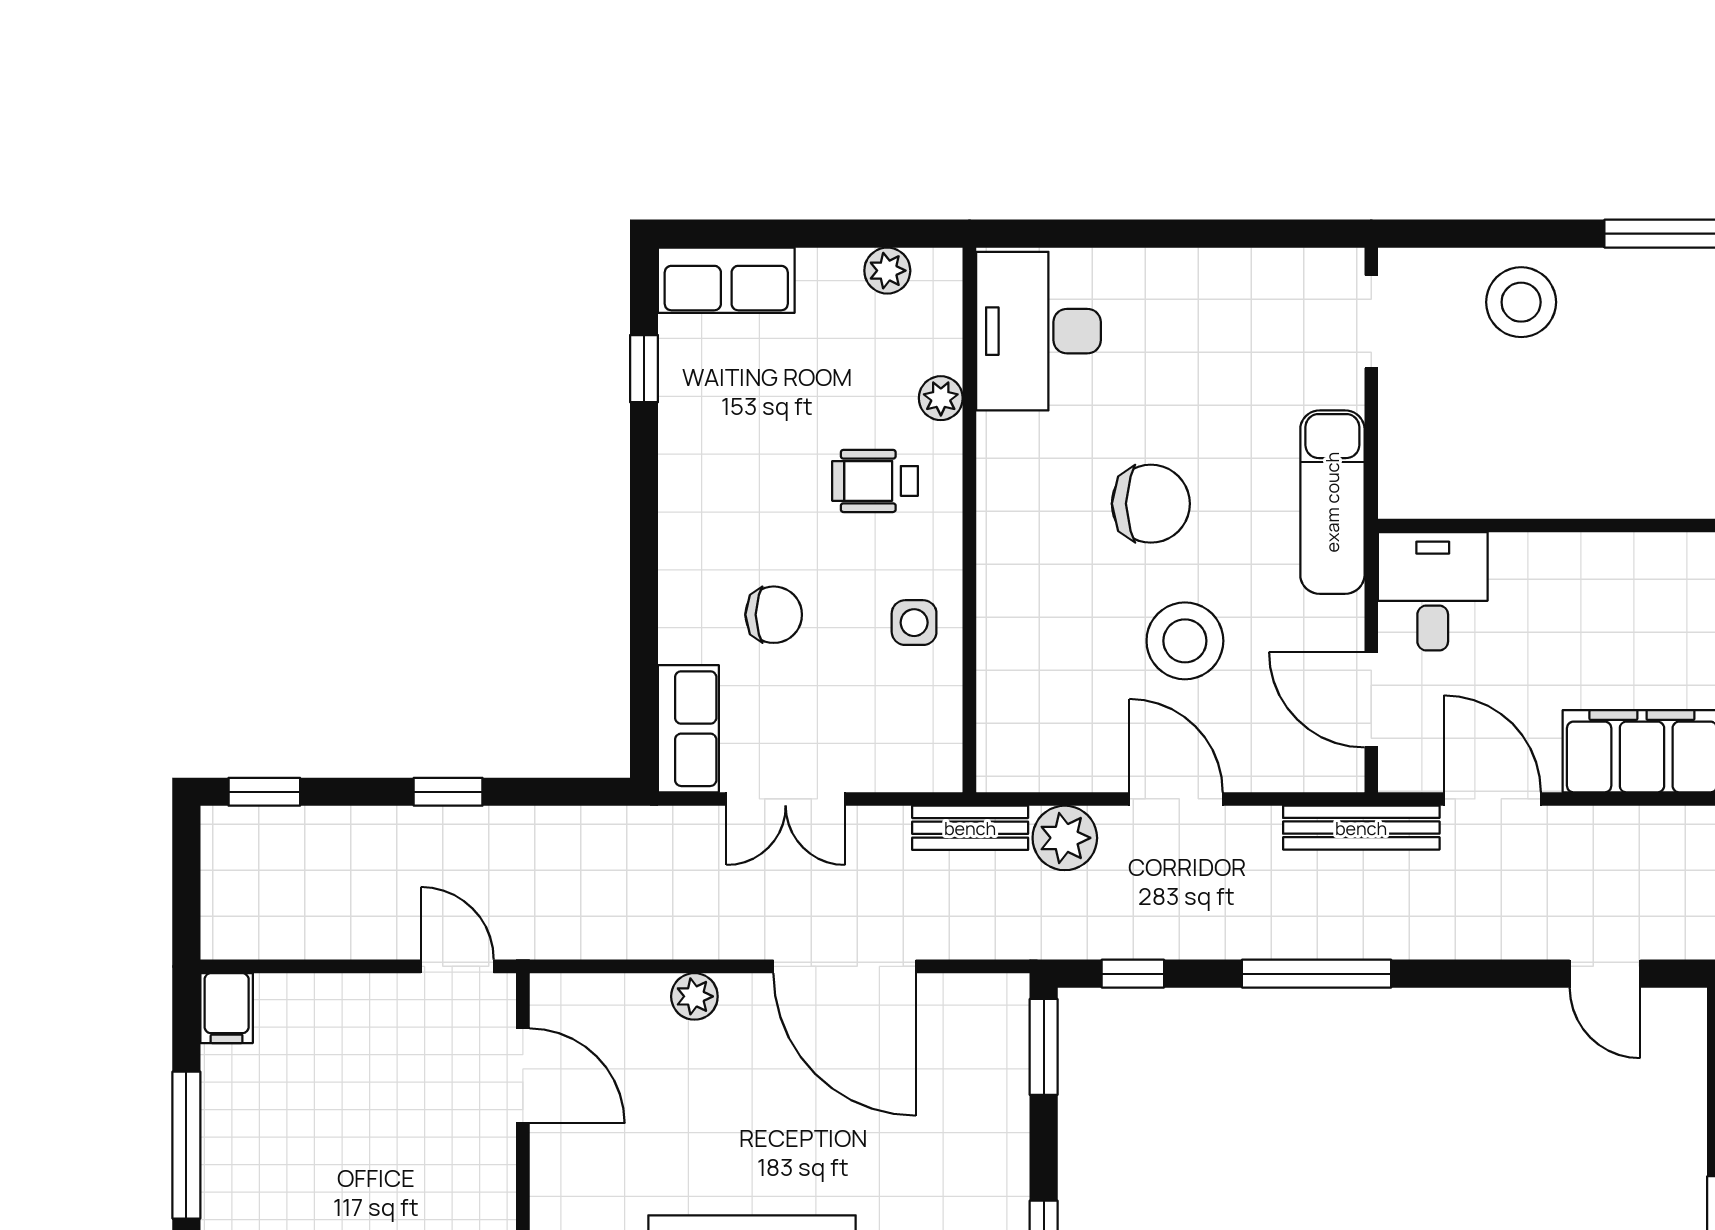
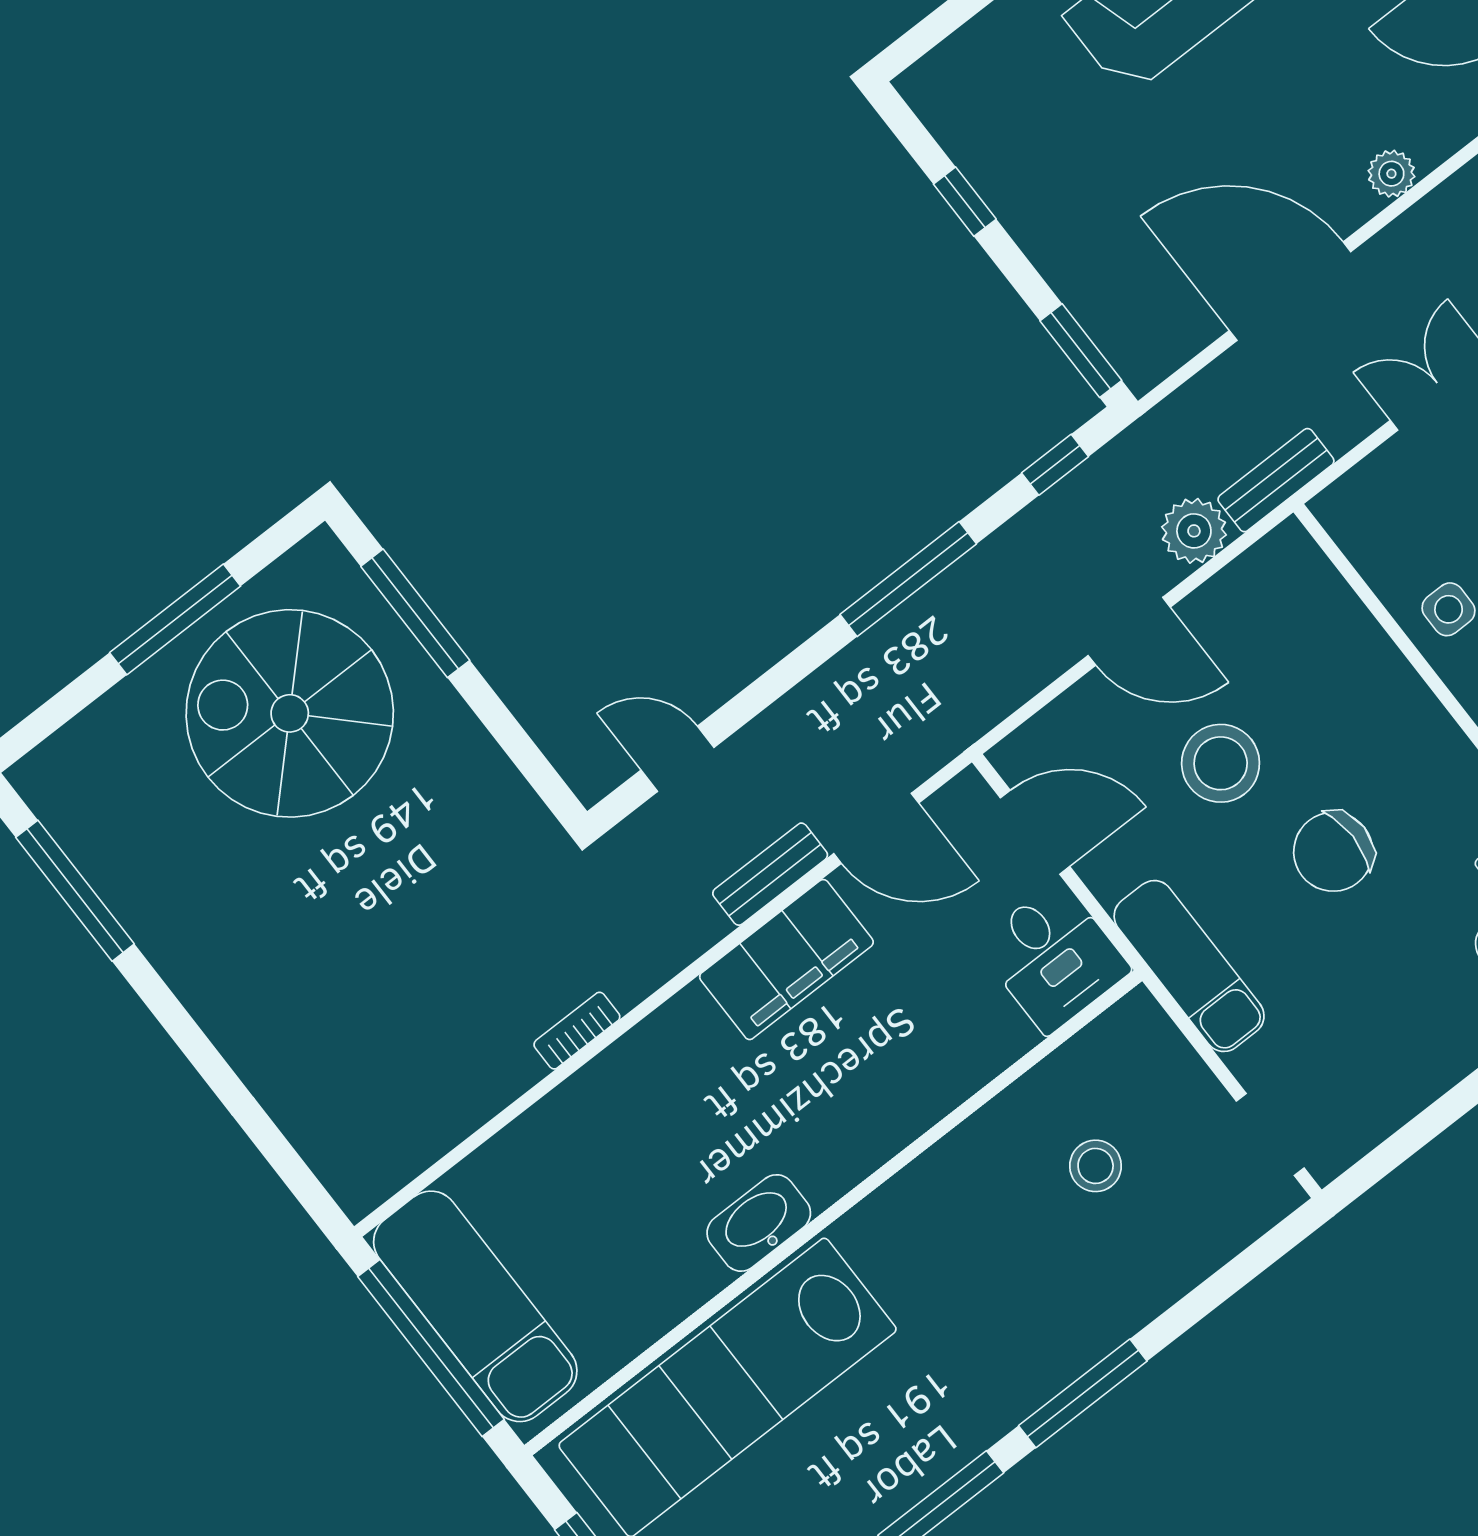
stool: (1521, 302) -> (1096, 1166), moved, width x0.73, depth x0.73
bench: (1361, 828) -> (770, 874), moved, width x0.73

